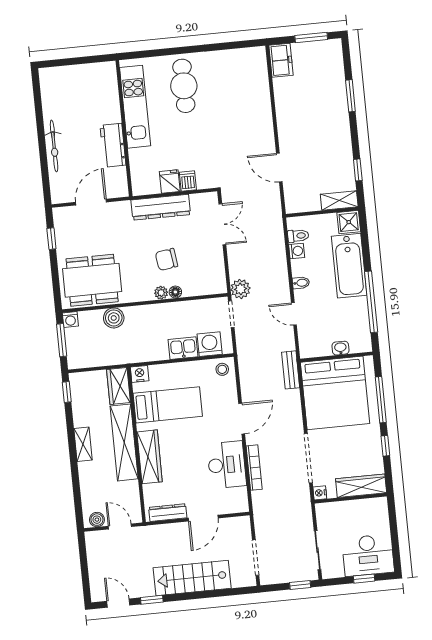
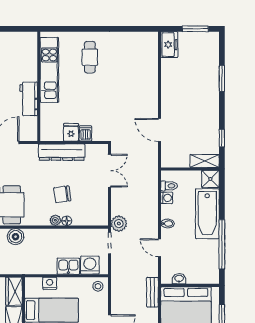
cafe table: (184, 86) -> (90, 57), width x0.73, depth x0.74
washbasin: (340, 348) -> (179, 279), moved
nightstand: (140, 374) -> (50, 283), moved

